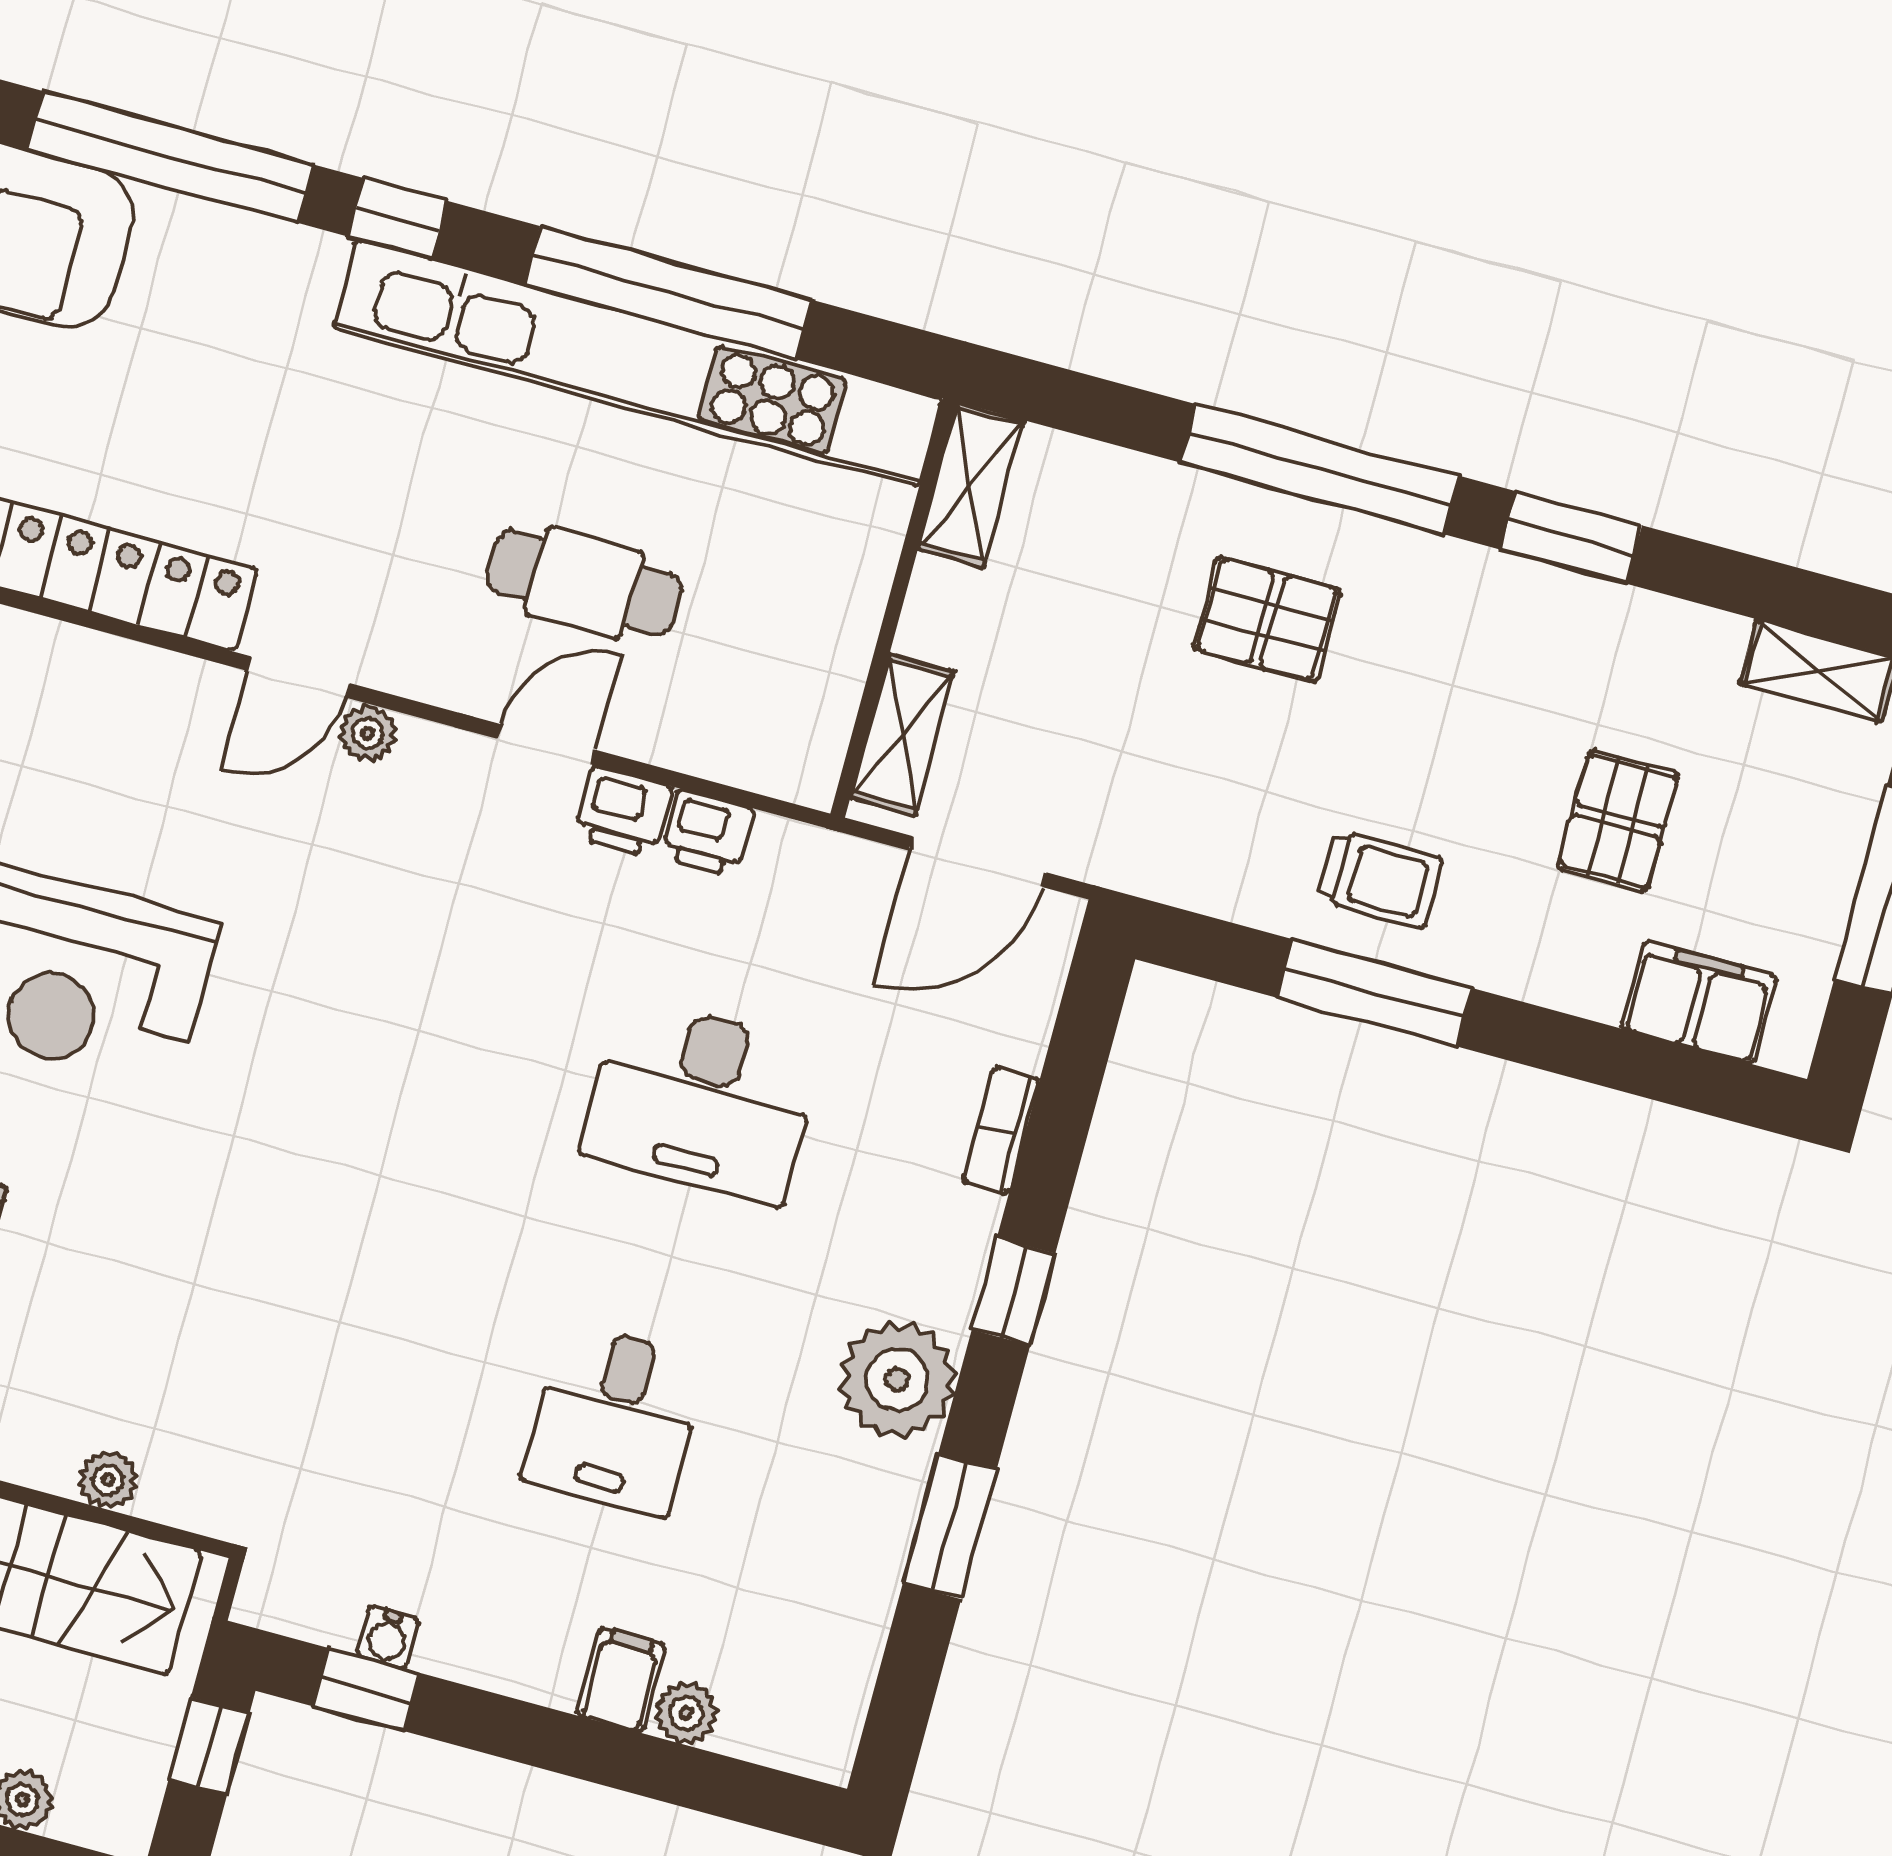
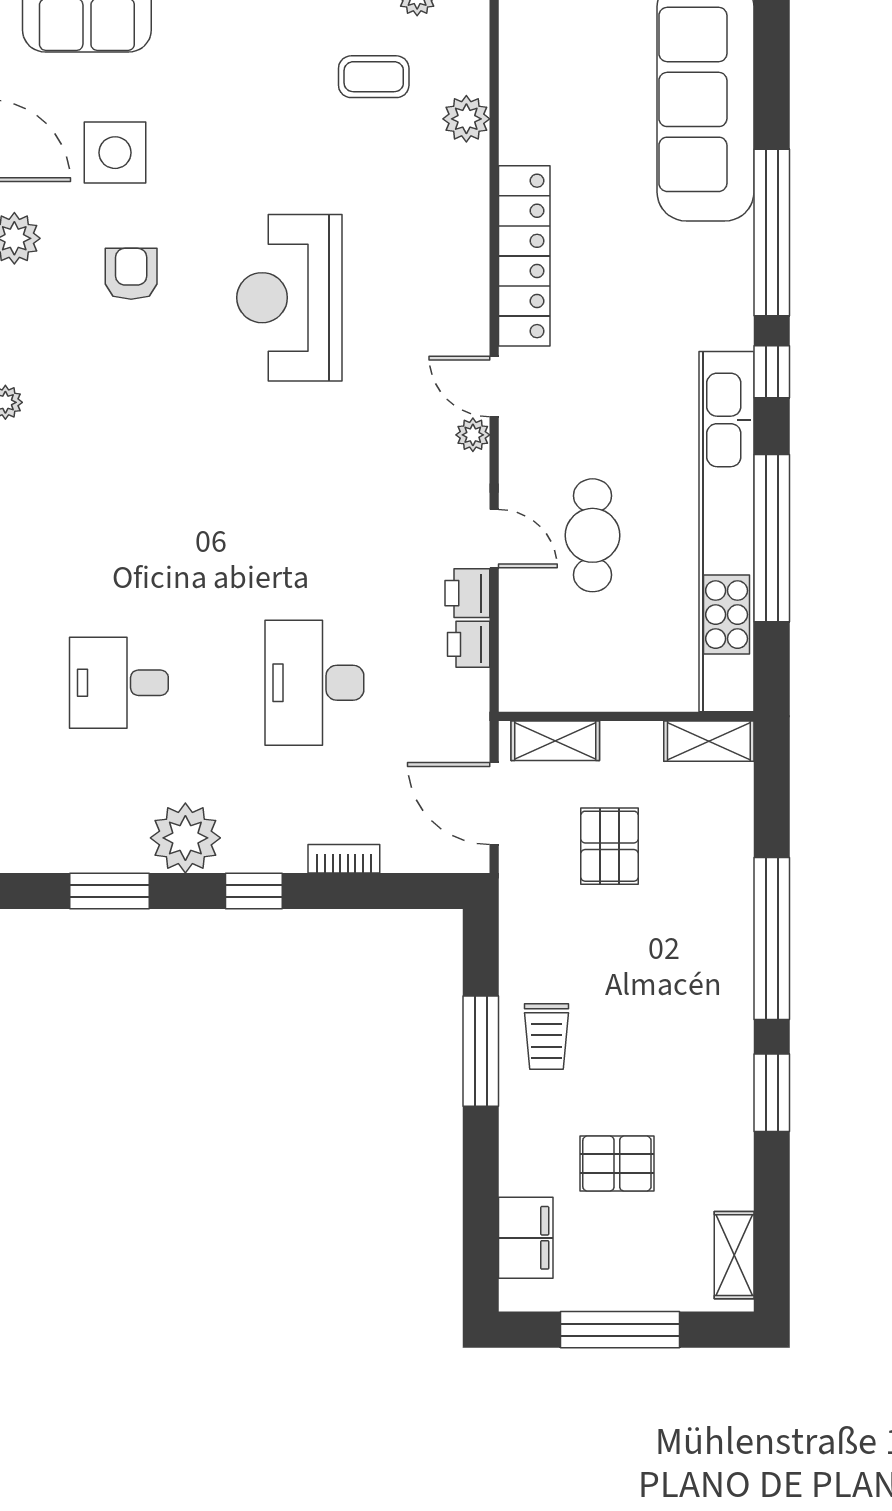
pallet: (1267, 620) -> (610, 846), moved

